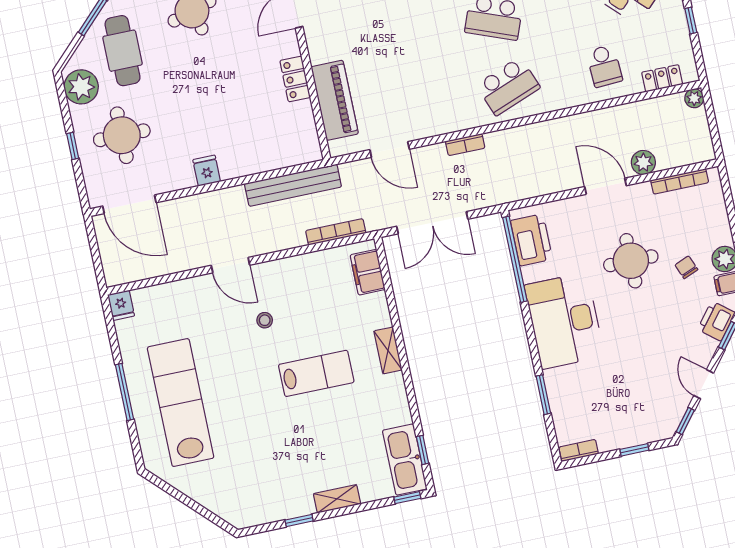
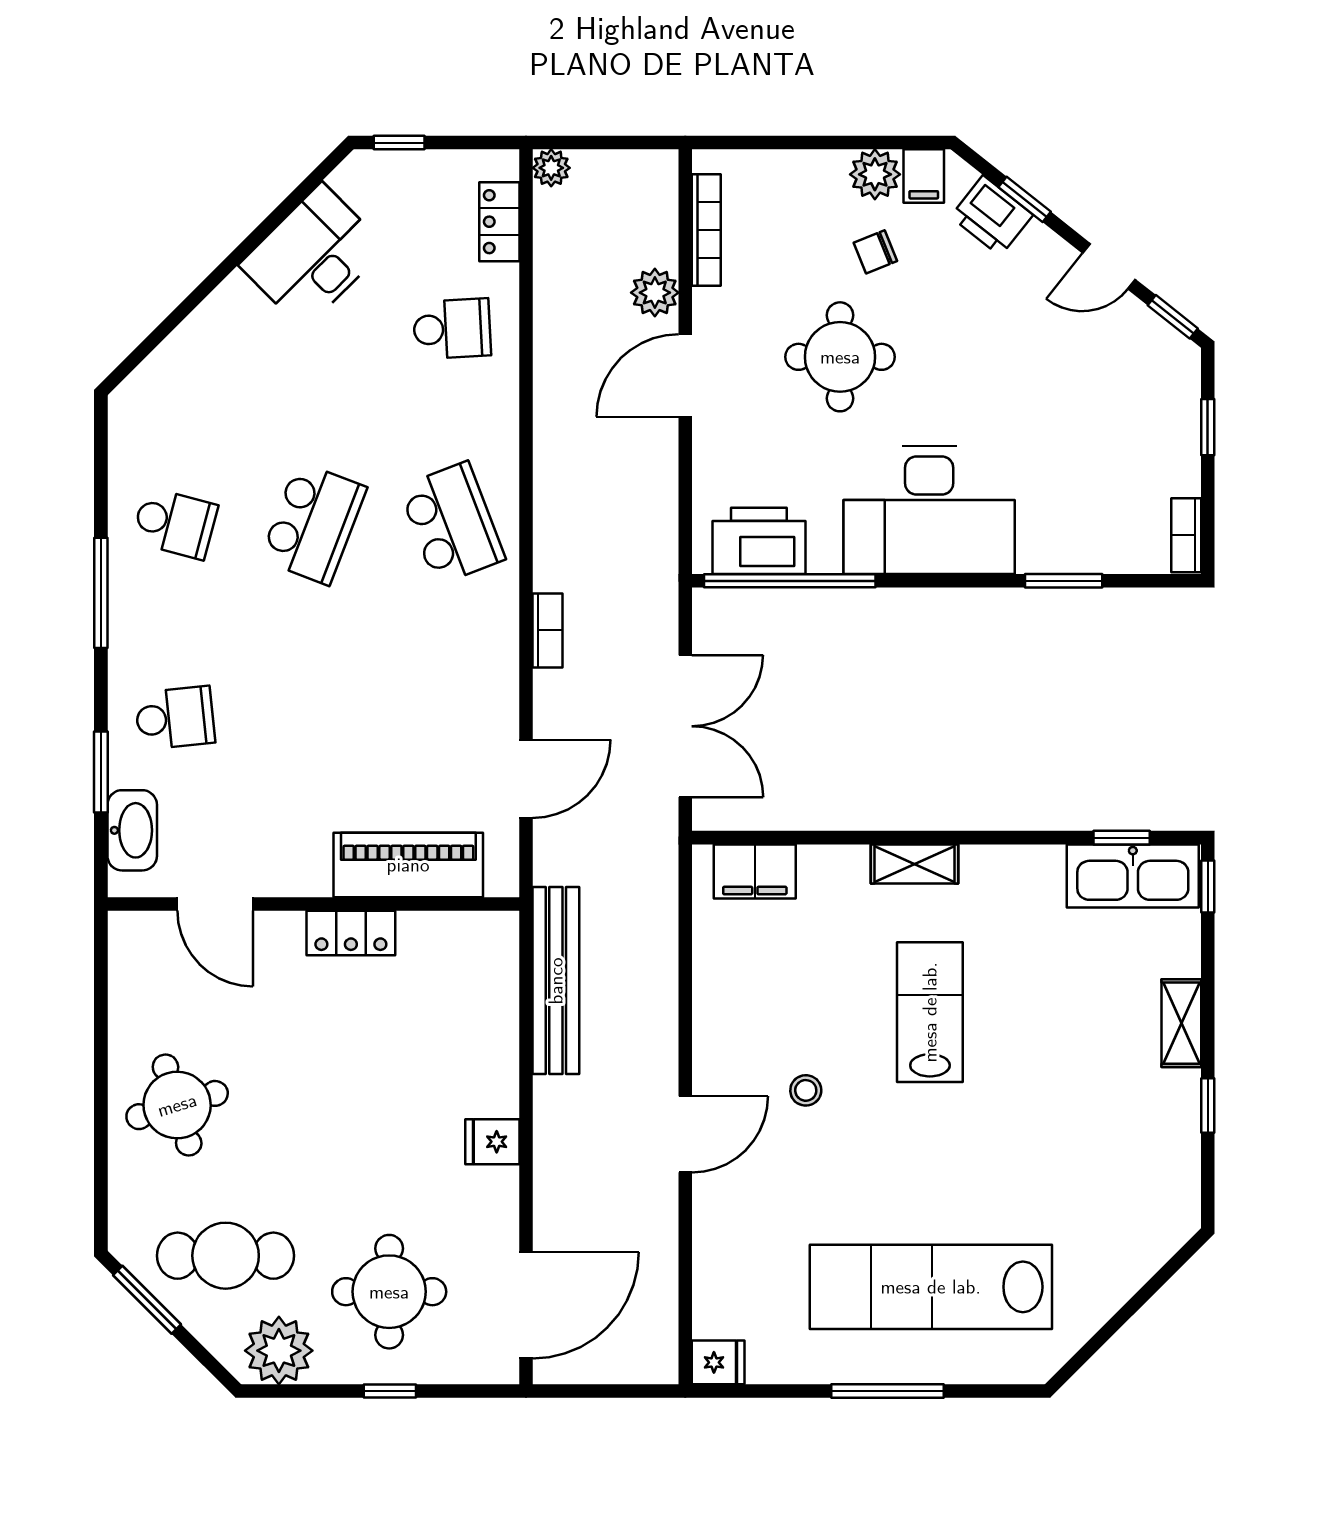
bookcase: (336, 232) -> (664, 917), removed

